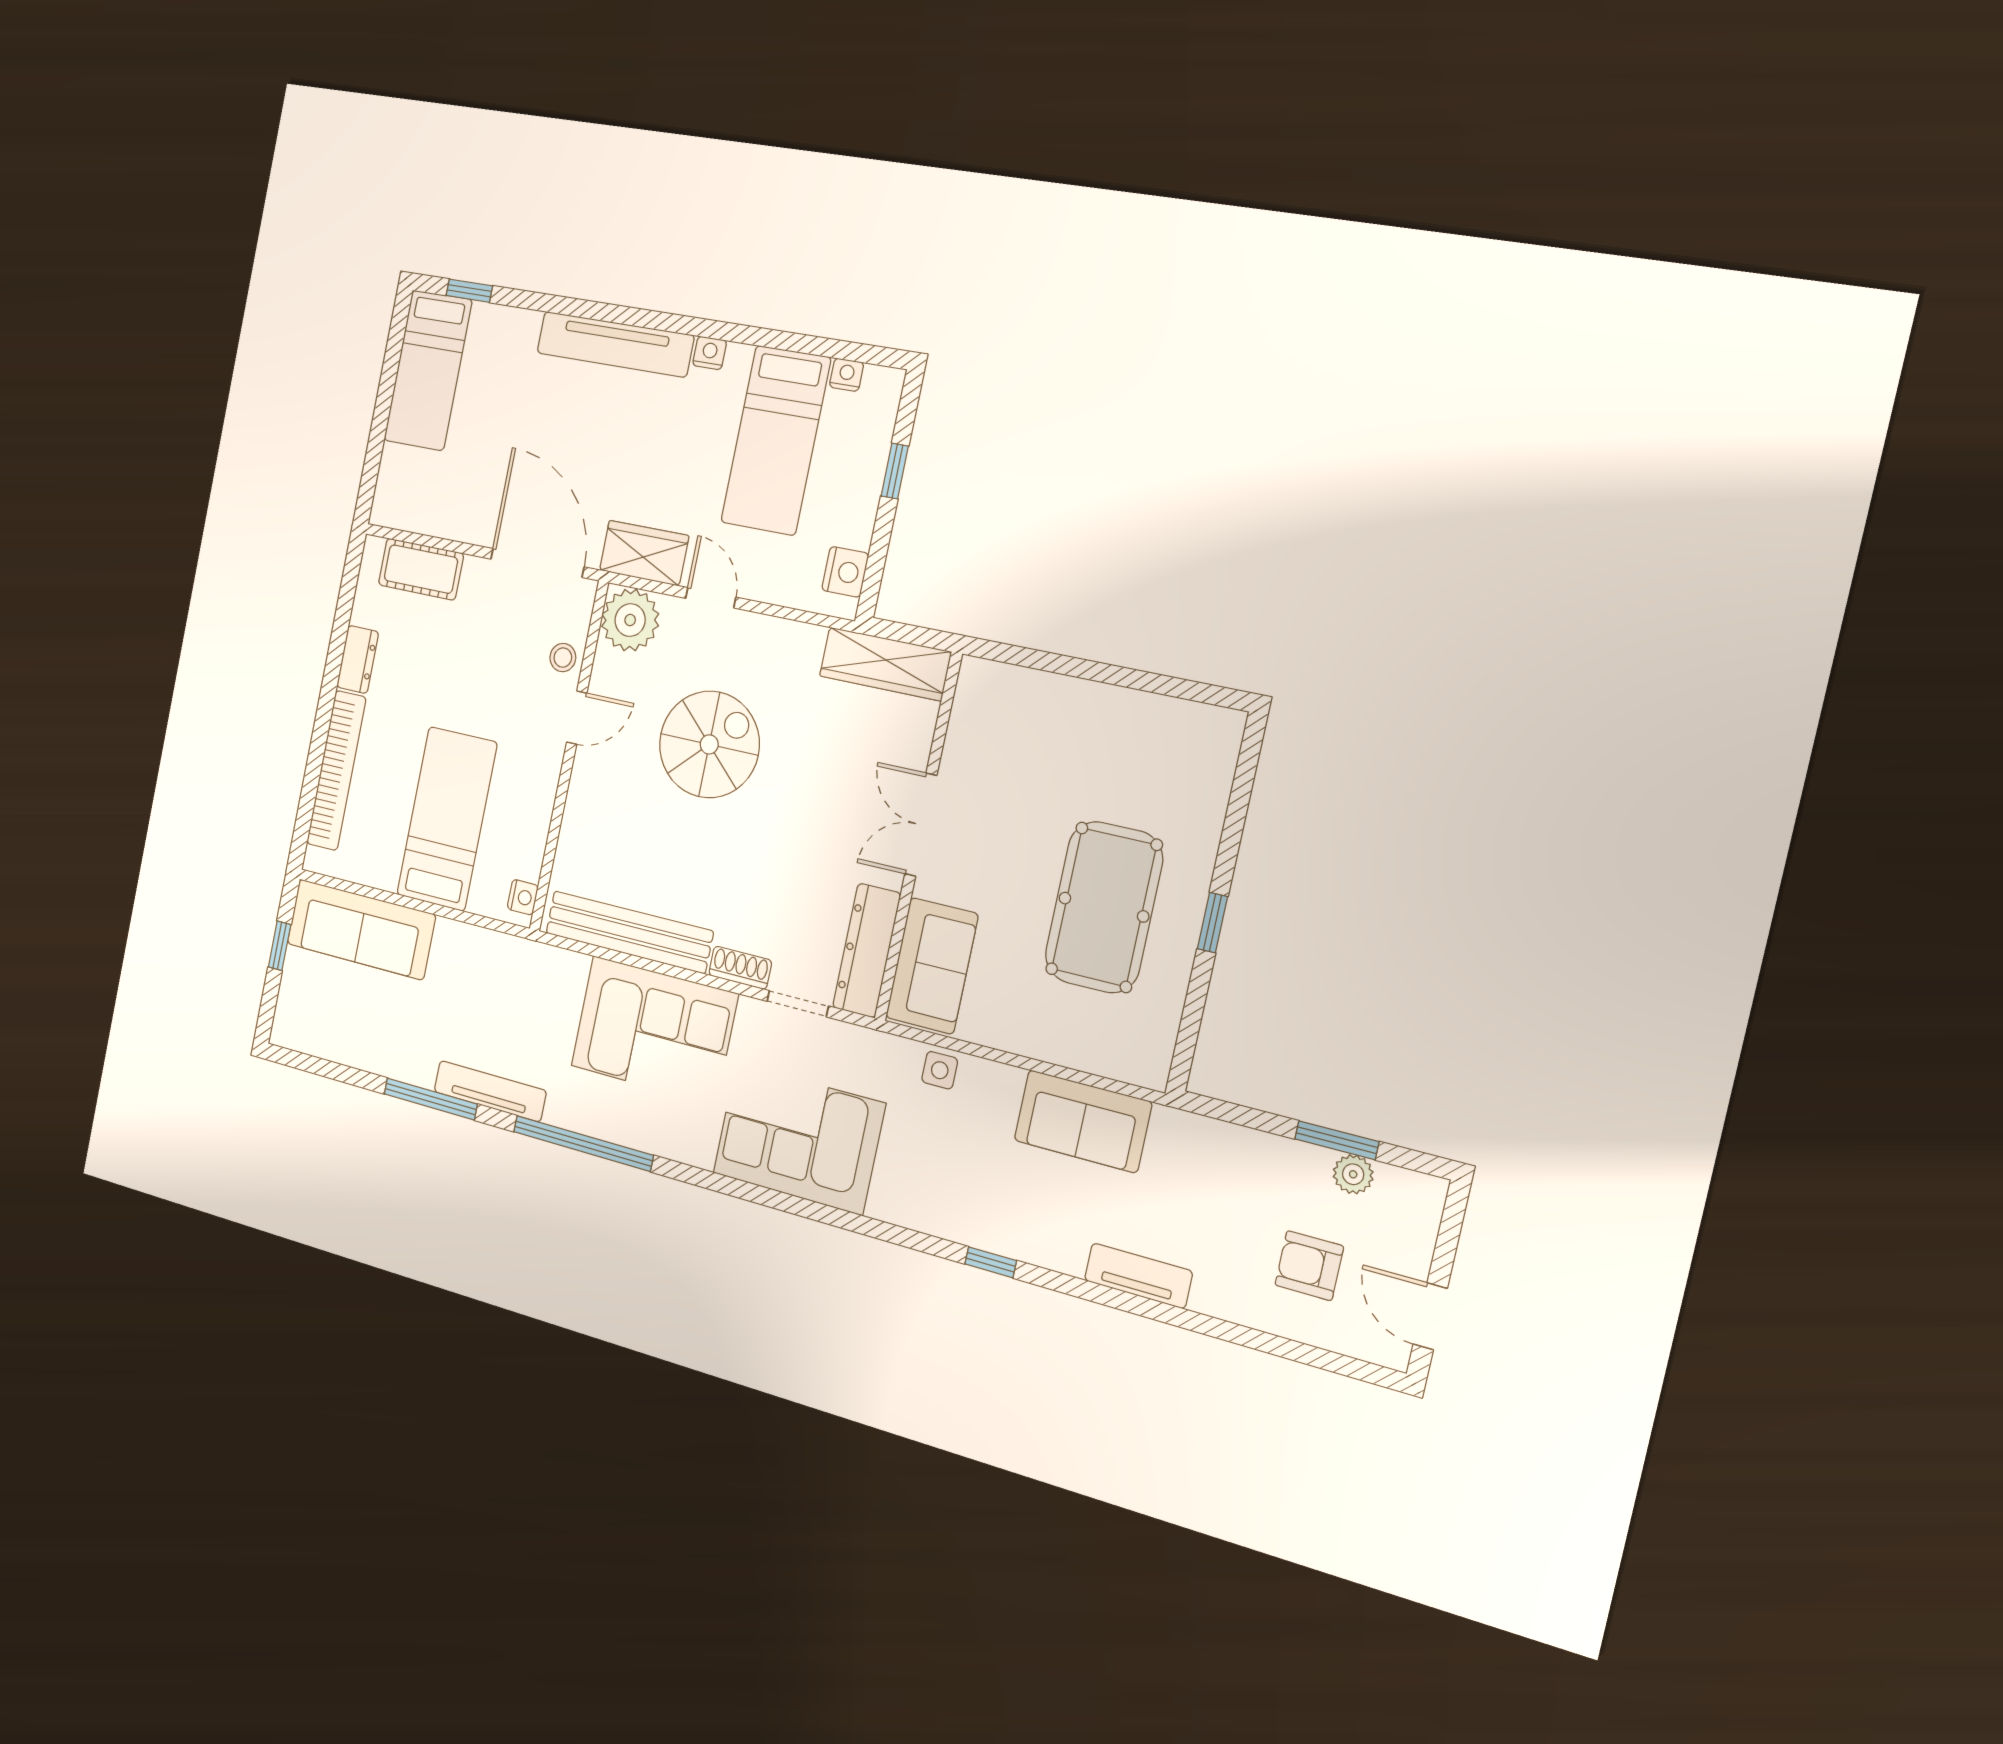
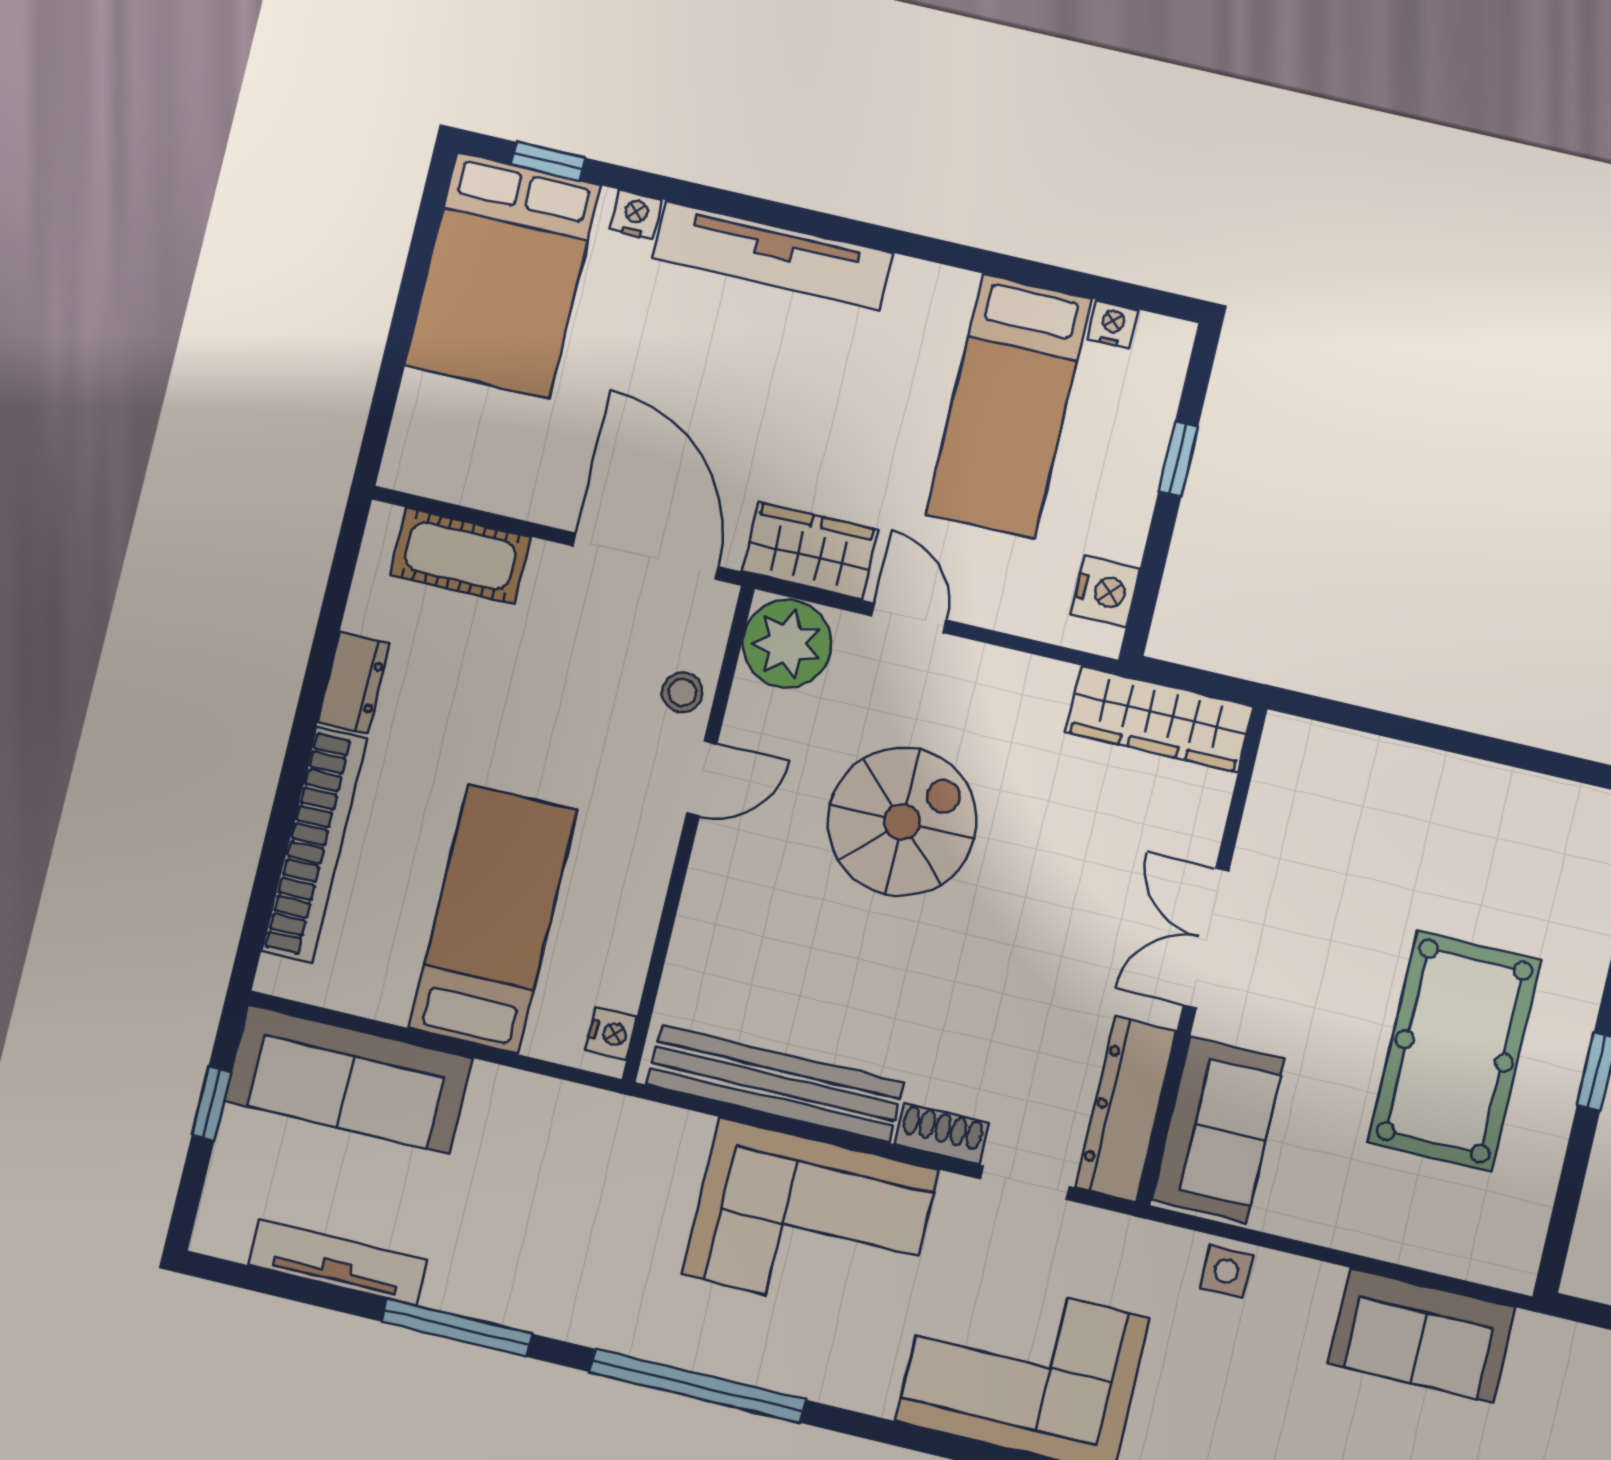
nightstand: (710, 353) -> (636, 215), moved
bed: (428, 370) -> (503, 275), width x1.50
tv unit: (490, 1091) -> (338, 1262), moved

